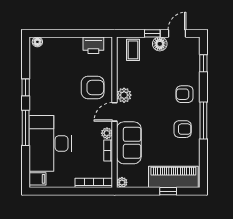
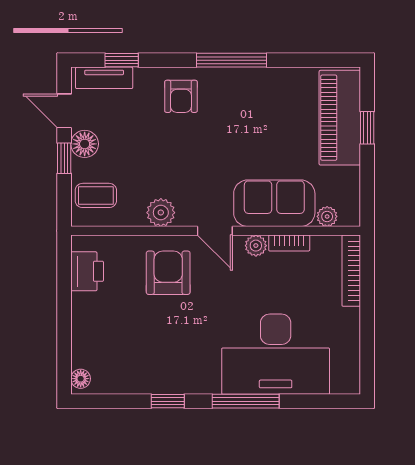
tv unit: (194, 54) -> (104, 78), added
plant: (124, 95) -> (161, 213), moved
armchair: (183, 129) -> (248, 100), removed
filing cabinet: (38, 179) -> (344, 378), removed
plant: (122, 182) -> (327, 216), moved

